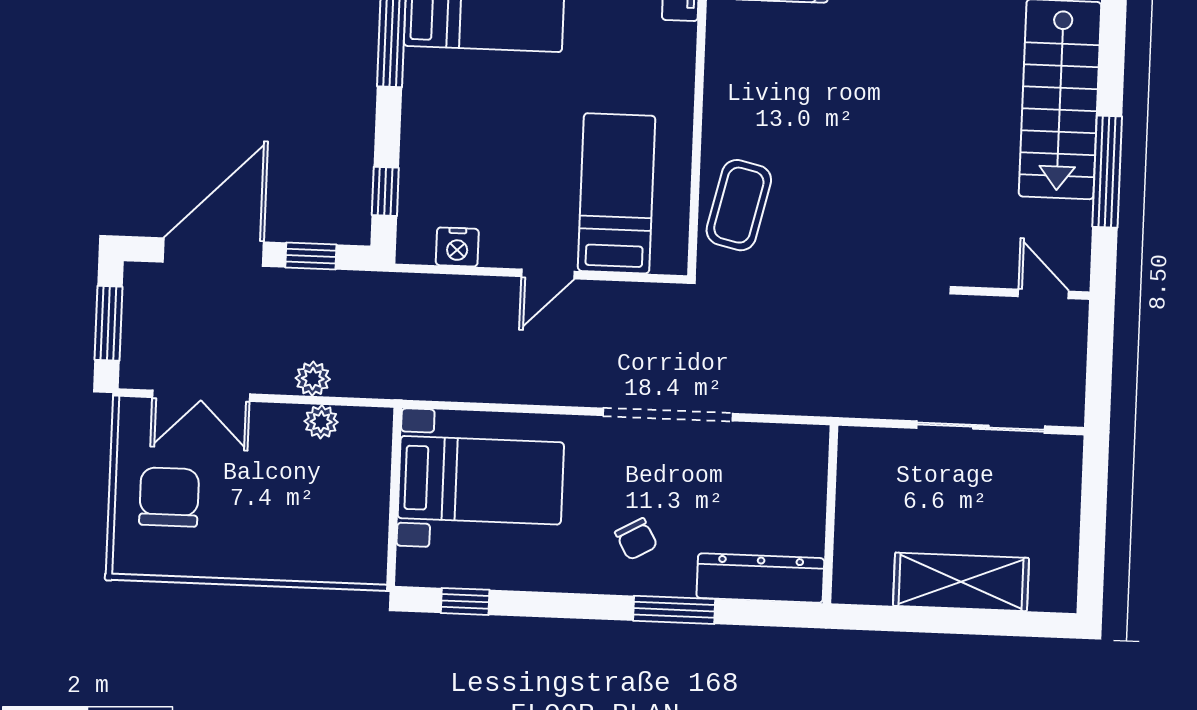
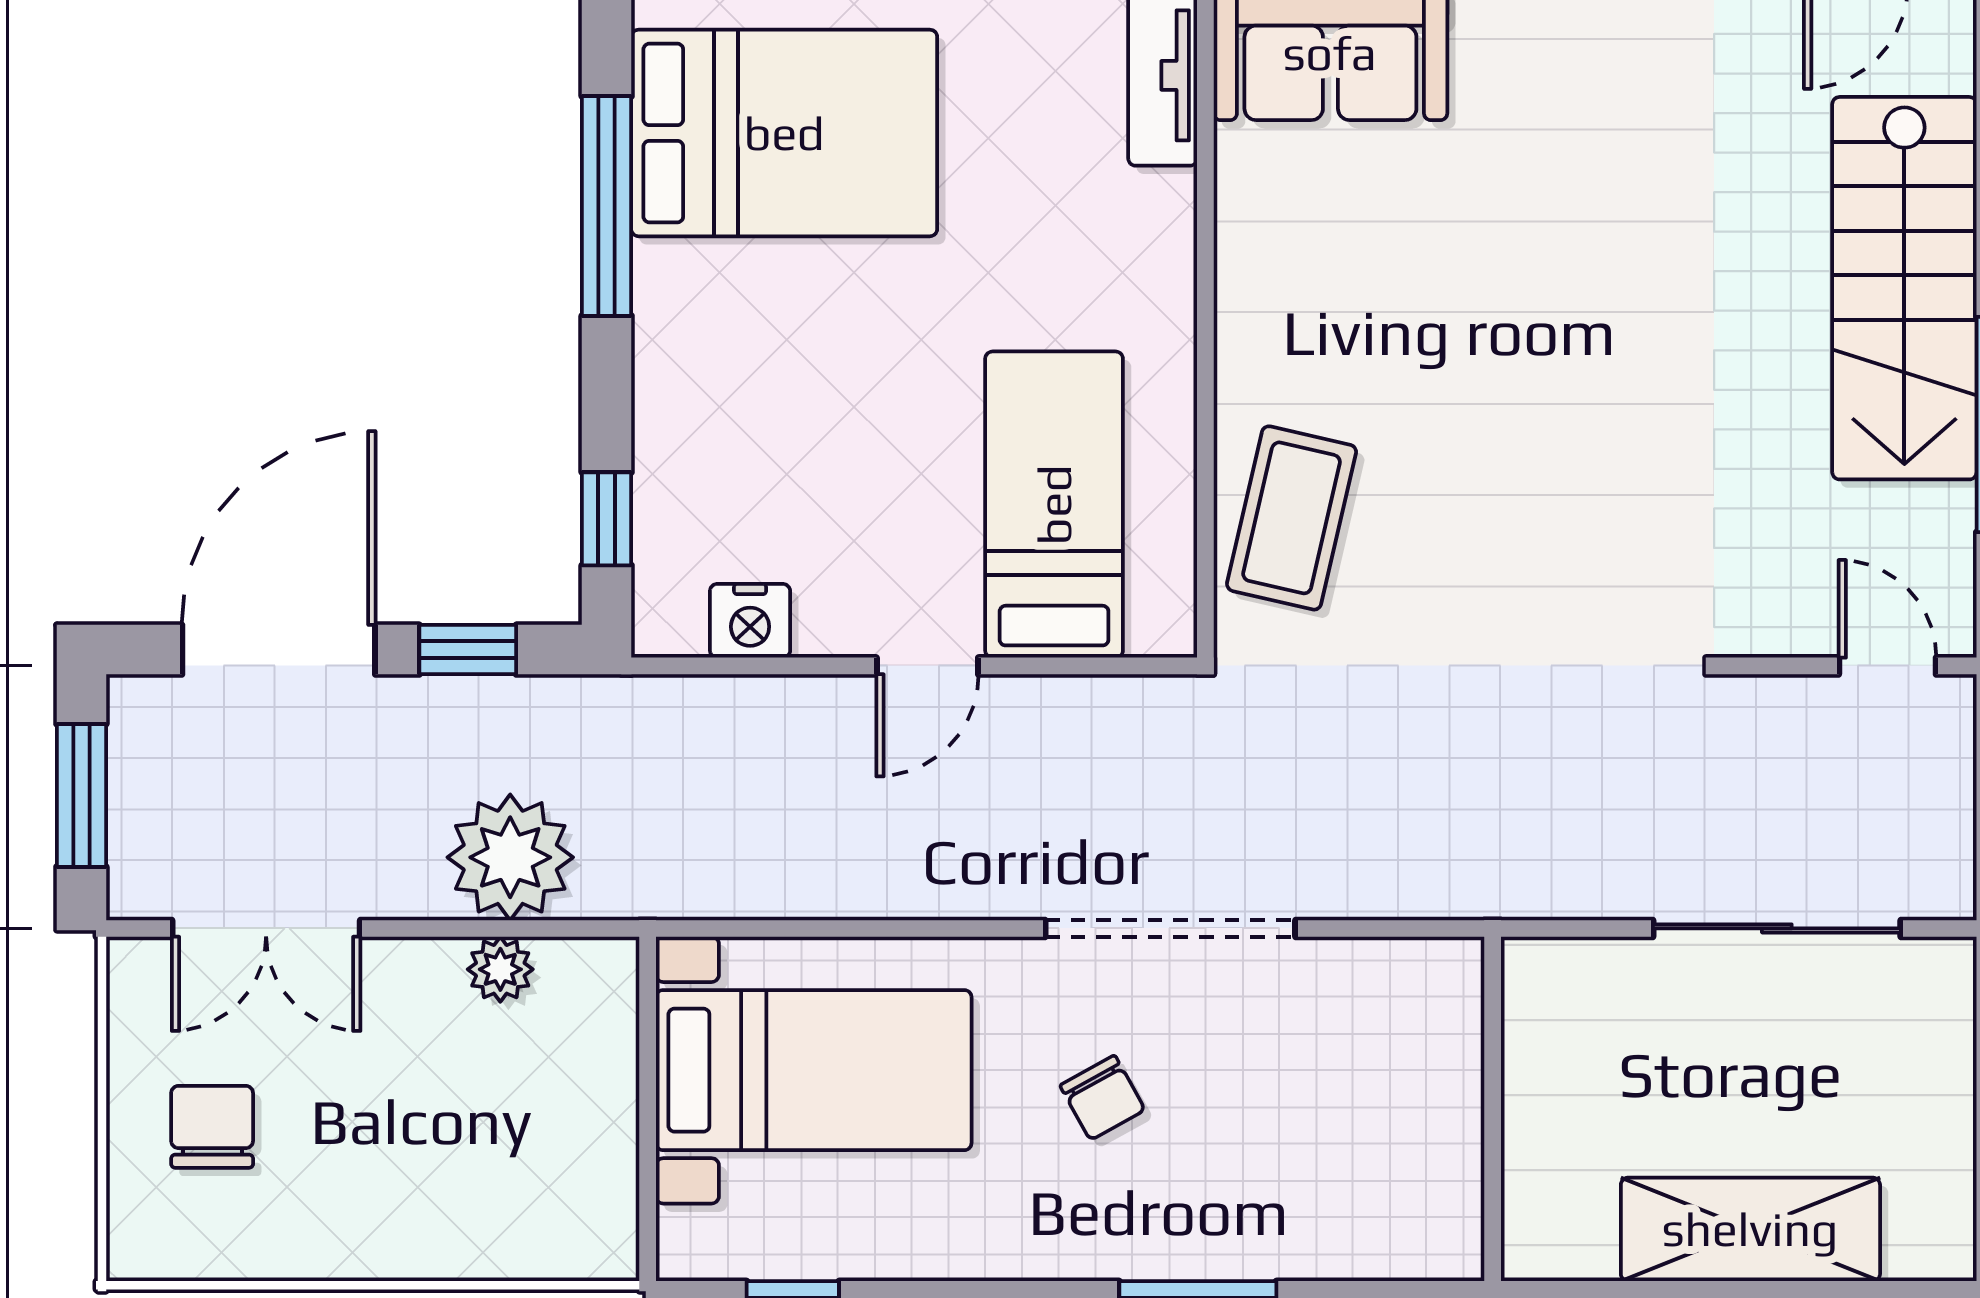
plant: (313, 379) -> (510, 857), width x1.88, depth x1.88
chair: (169, 497) -> (212, 1127), width x0.73, depth x0.73
chair: (636, 539) -> (1102, 1098), moved
dresser: (760, 578) -> (1362, 1238), removed

